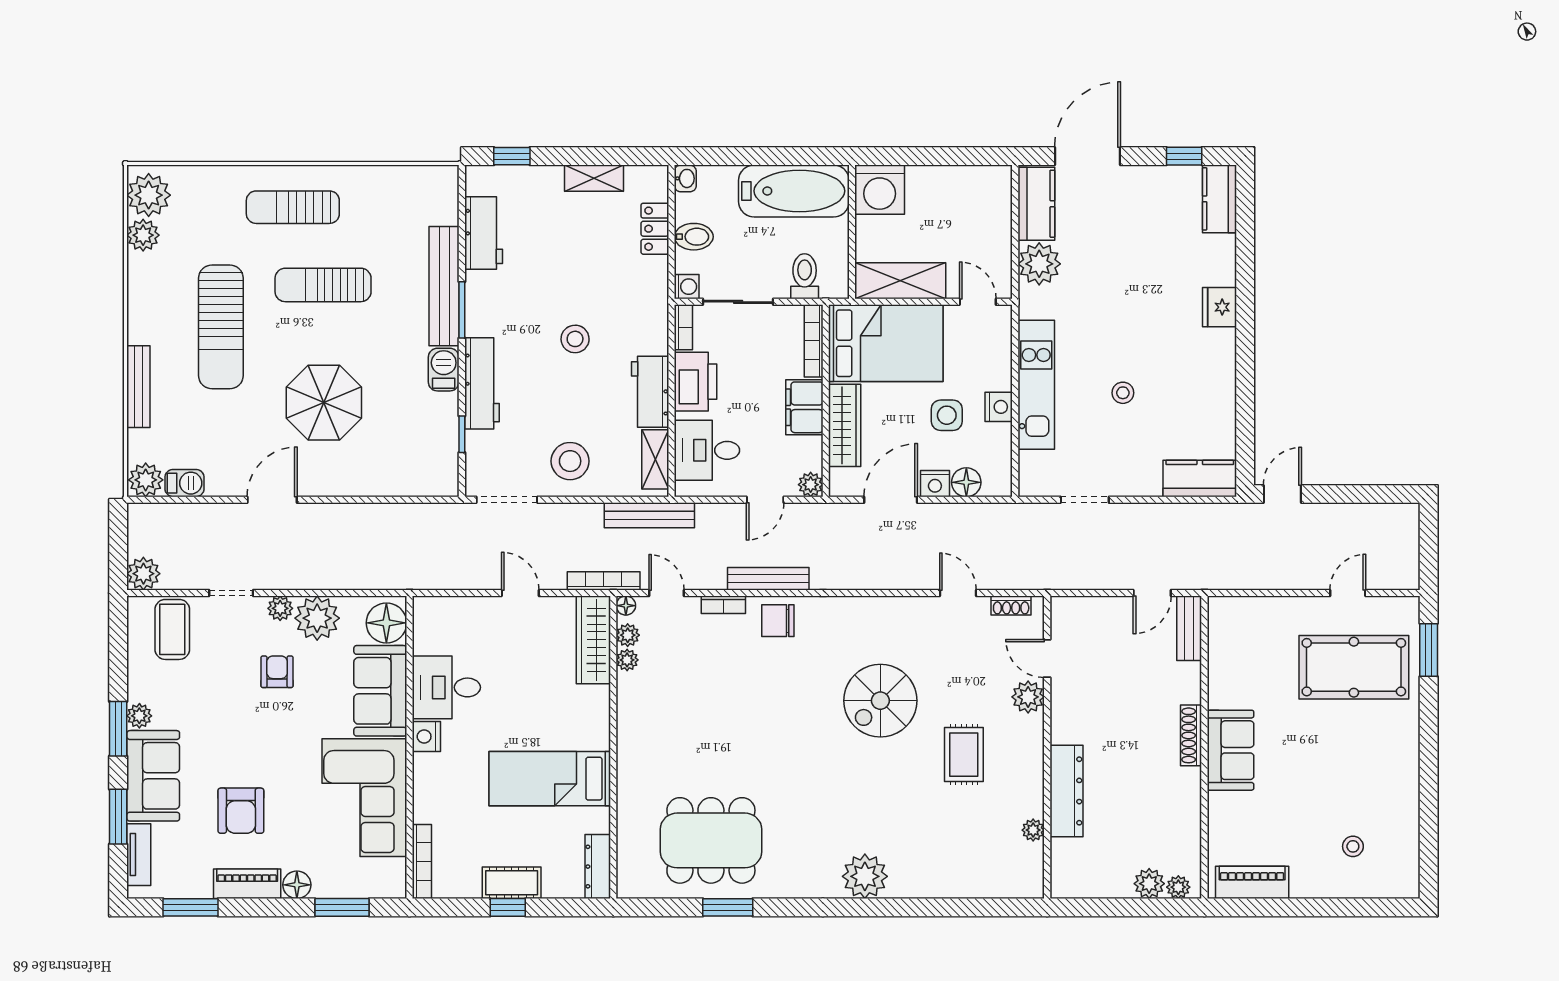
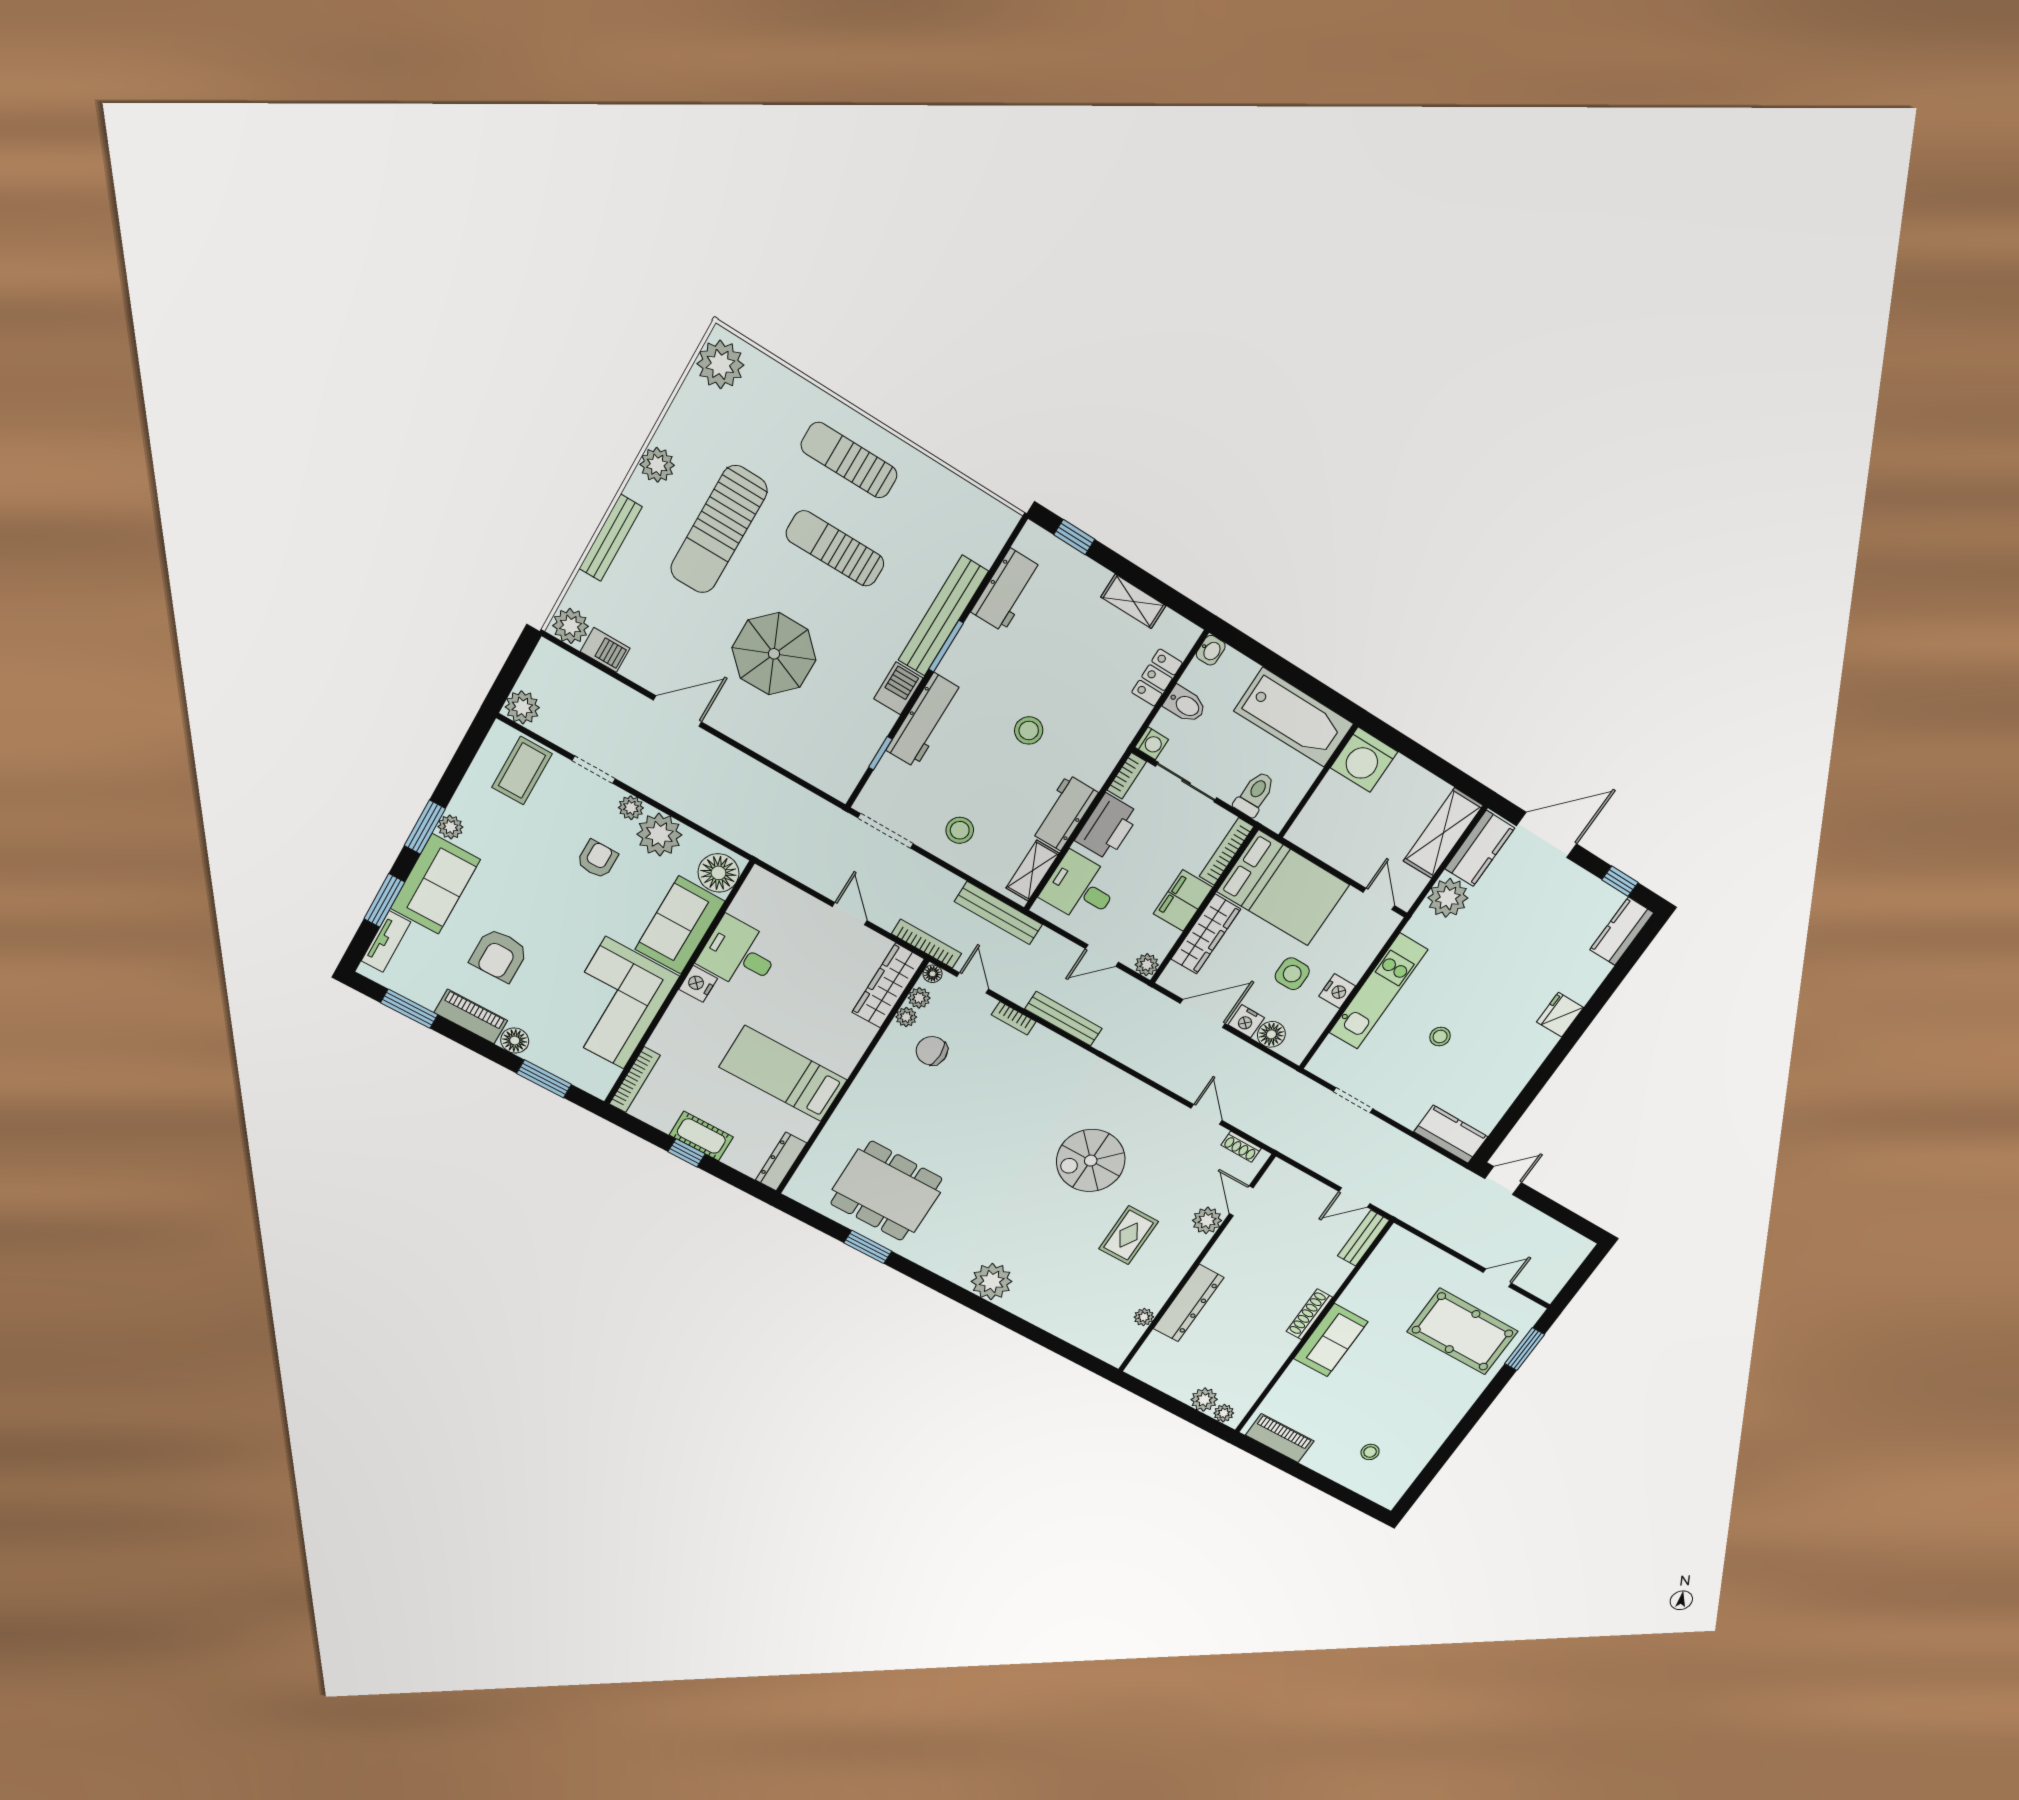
plant: (143, 235) -> (657, 465), moved
shelving: (900, 281) -> (1443, 833), moved, turned 90
stool: (570, 461) -> (960, 830), width x0.73, depth x0.73
chair: (778, 621) -> (932, 1051), moved

